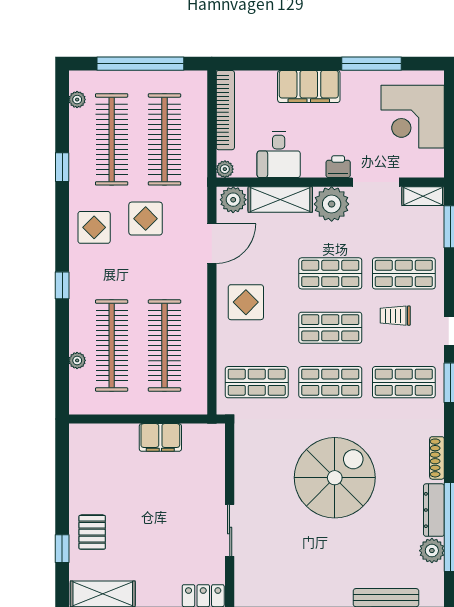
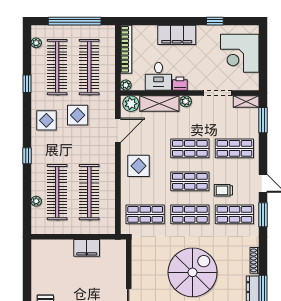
window: (371, 64) -> (215, 21), width x0.46
printer: (338, 167) -> (180, 84), moved
plant: (332, 204) -> (186, 101), width x0.53, depth x0.53
trolley: (395, 316) -> (223, 190), moved

